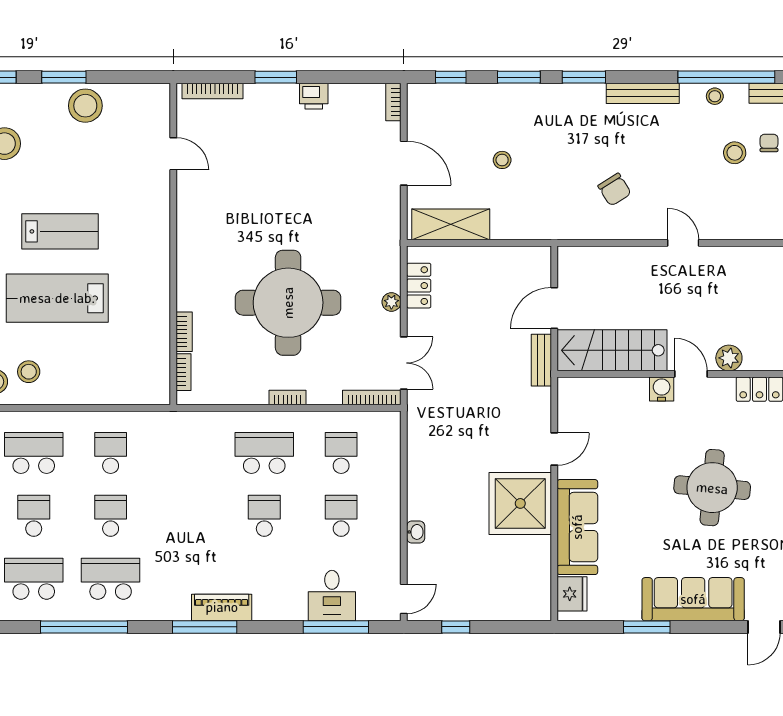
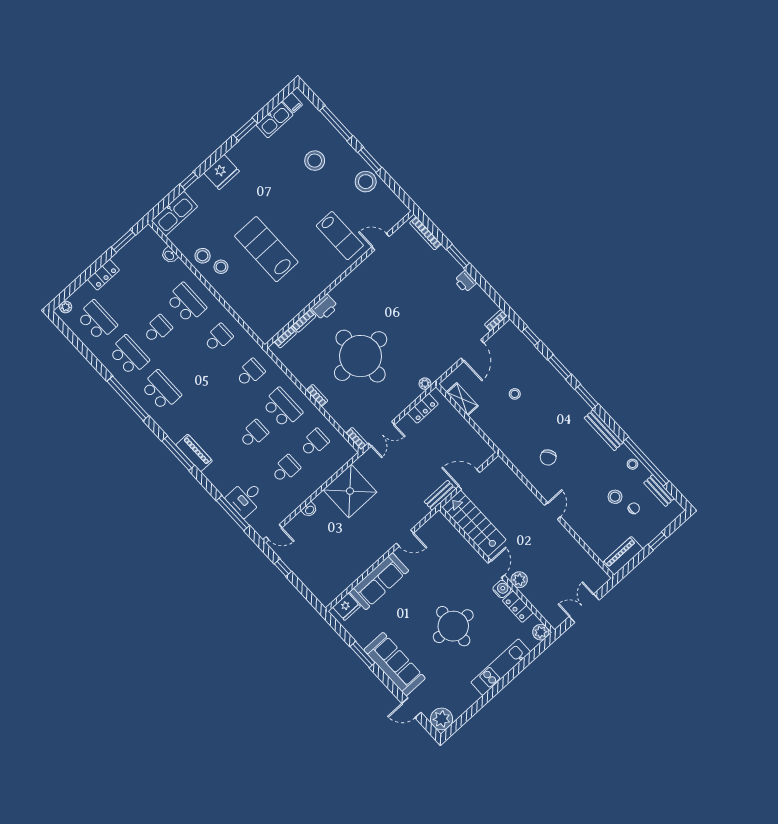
door: (173, 154) -> (380, 242), swing flipped
shelving: (451, 224) -> (462, 399), width x0.67, depth x0.75
lab bench: (60, 231) -> (340, 236), moved
printer: (191, 292) -> (325, 307), added
plant: (391, 302) -> (425, 384), moved
water cooler: (662, 389) -> (502, 589), moved
bookcase: (372, 398) -> (357, 438), width x0.64
shower: (520, 503) -> (350, 491), moved
school desk: (111, 516) -> (250, 373), moved

